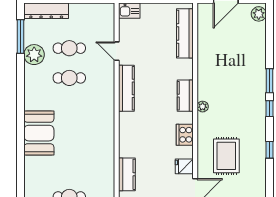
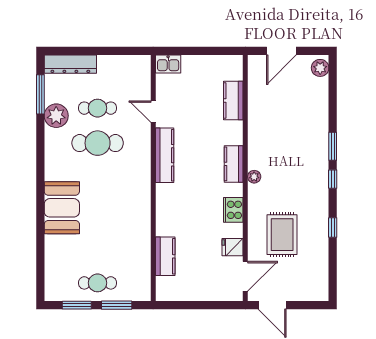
kitchen counter: (185, 33) -> (233, 100), width x0.67
cafe table: (69, 78) -> (98, 143), width x1.37, depth x1.35

